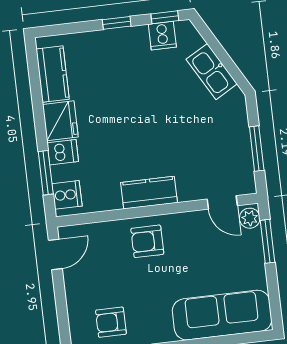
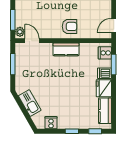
window: (165, 17) -> (95, 131), moved

